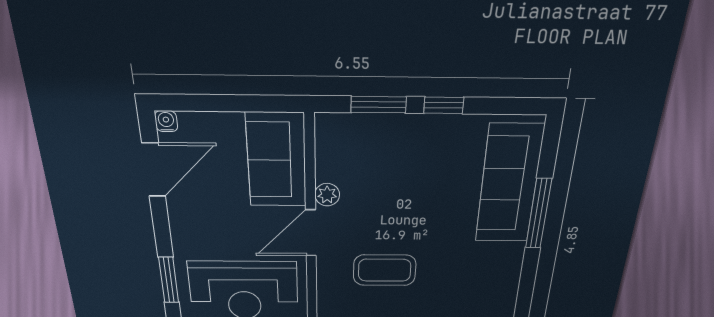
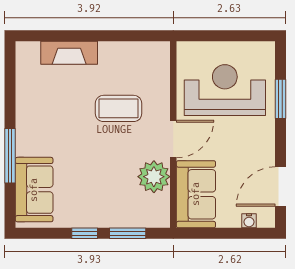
water cooler: (166, 121) -> (249, 221), moved
sofa: (509, 184) -> (34, 190), width x0.73
plant: (327, 195) -> (154, 177), width x1.88, depth x1.88

